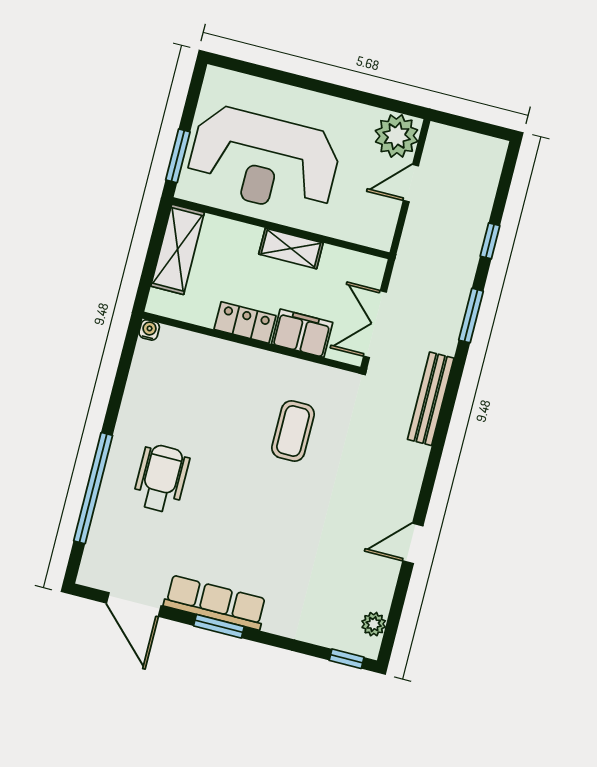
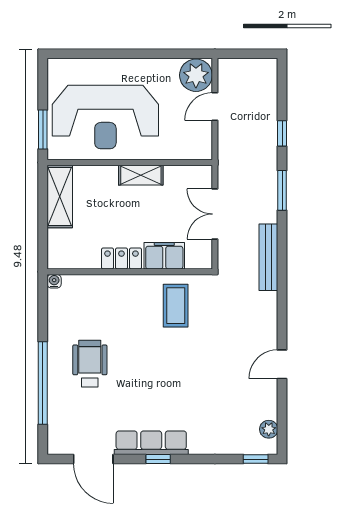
locker: (245, 323) -> (121, 258), moved
water cooler: (149, 330) -> (54, 281), moved
filing cabinet: (302, 333) -> (164, 256), moved
wall: (251, 343) -> (130, 272), moved
window: (219, 626) -> (158, 459), width x0.67

